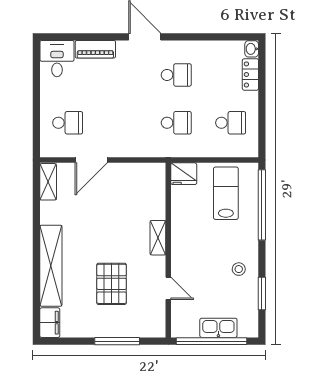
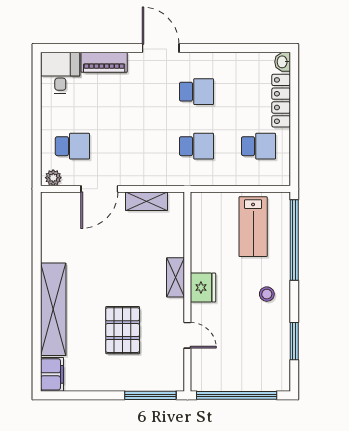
locker: (250, 74) -> (281, 101), width x1.53
plant: (51, 150) -> (53, 178), added
fridge: (184, 174) -> (203, 288), moved, turned -90
shelving: (48, 182) -> (147, 201), moved, turned 90
lab bench: (226, 193) -> (253, 227), turned 180
stool: (239, 269) -> (267, 294), moved
kitchen sink: (218, 328) -> (245, 380), removed
window: (117, 341) -> (150, 395), moved

